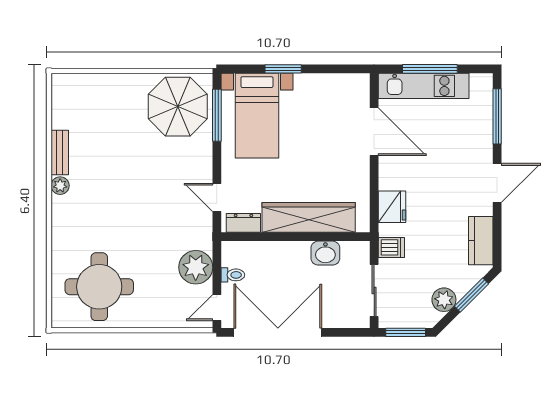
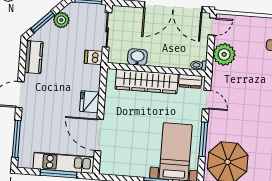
window: (217, 115) -> (203, 139), moved
fridge: (392, 207) -> (89, 102), moved
toilet: (233, 275) -> (199, 65), moved

